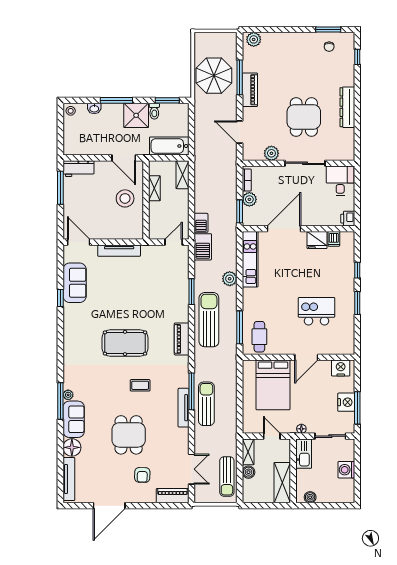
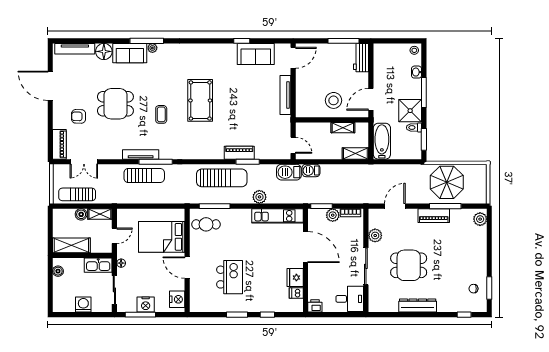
piano: (182, 339) -> (239, 153), moved

